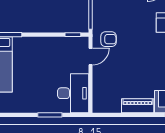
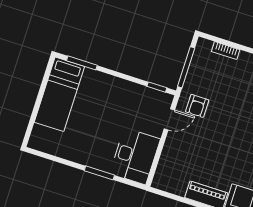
armchair: (109, 39) -> (197, 106), turned 90

